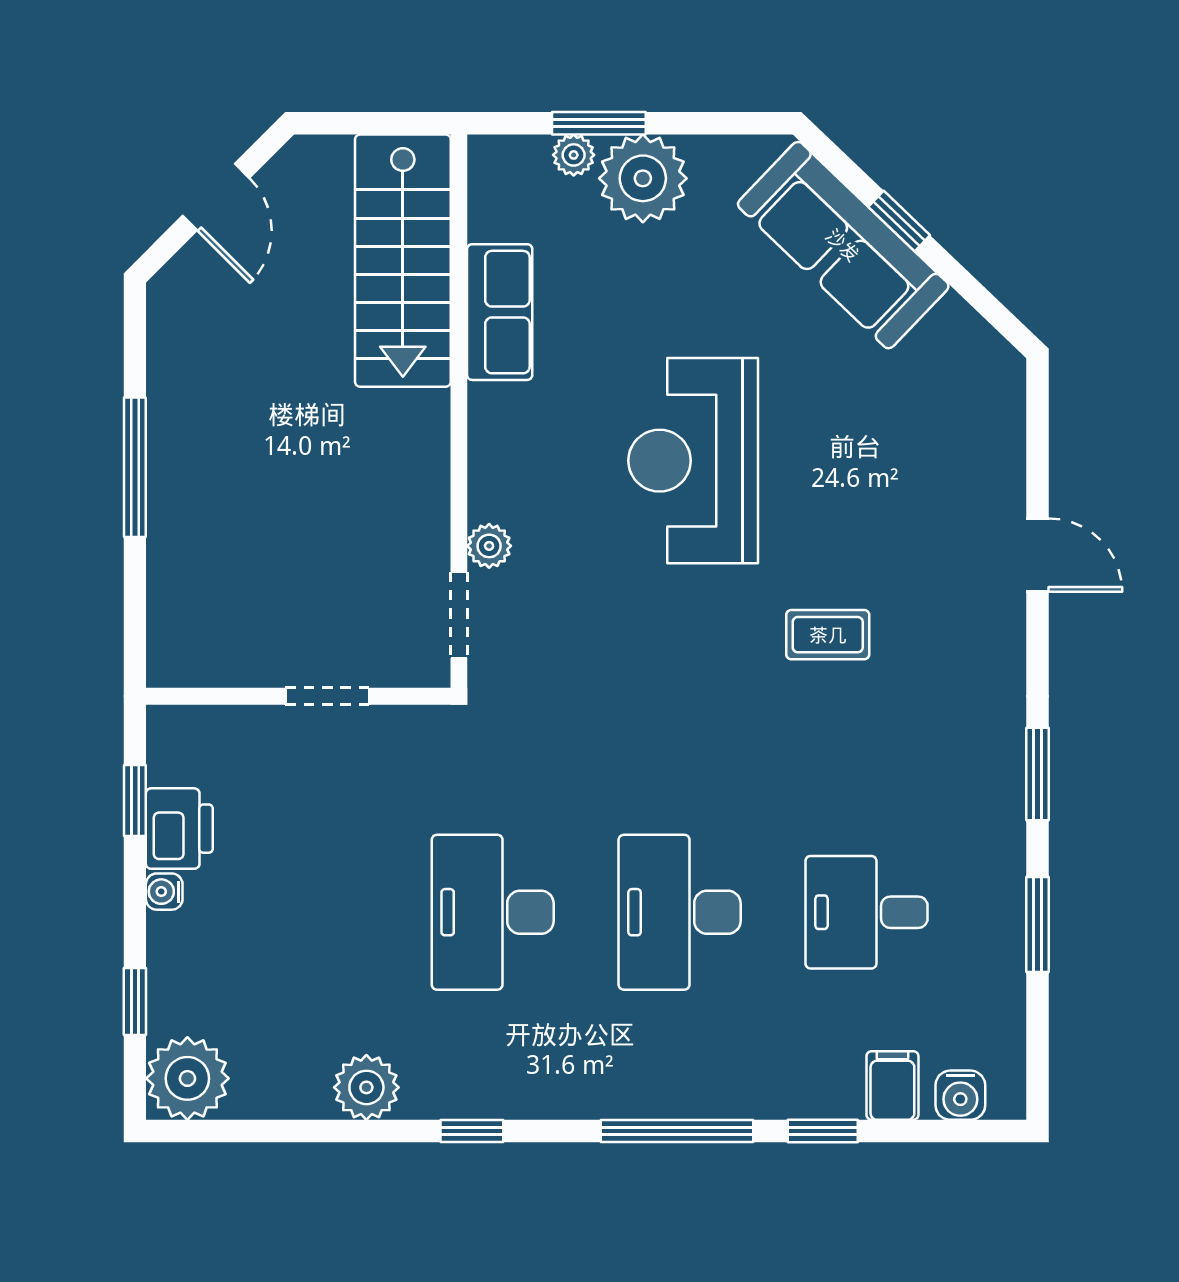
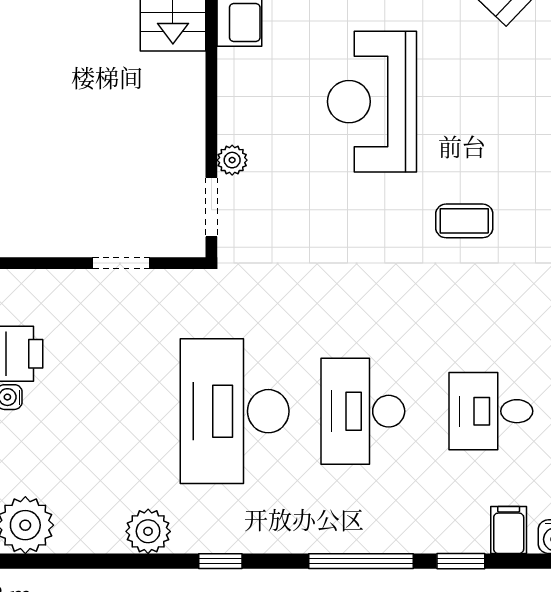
desk: (493, 912) -> (235, 411), width x1.36, depth x1.30

